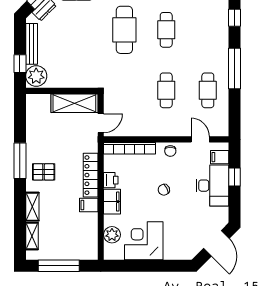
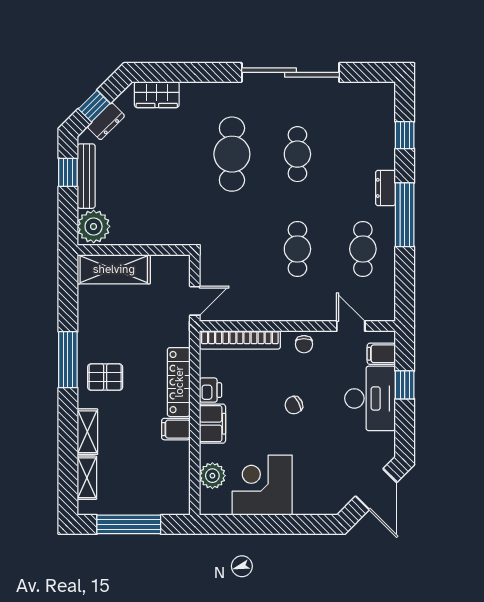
dresser: (222, 51) -> (385, 188), added
window: (20, 64) -> (68, 172), moved
shelving: (74, 103) -> (114, 269), moved

